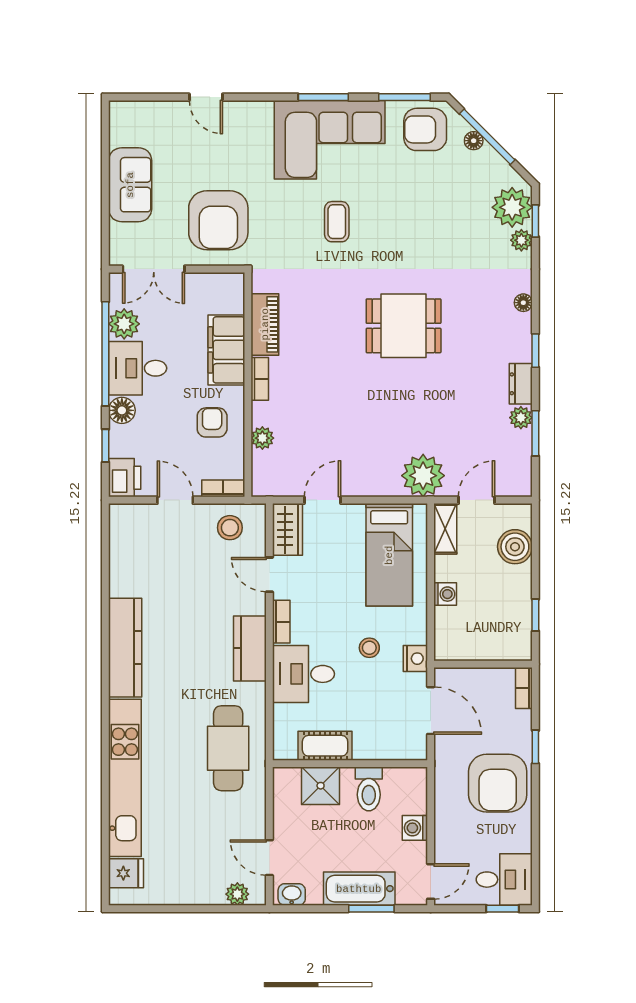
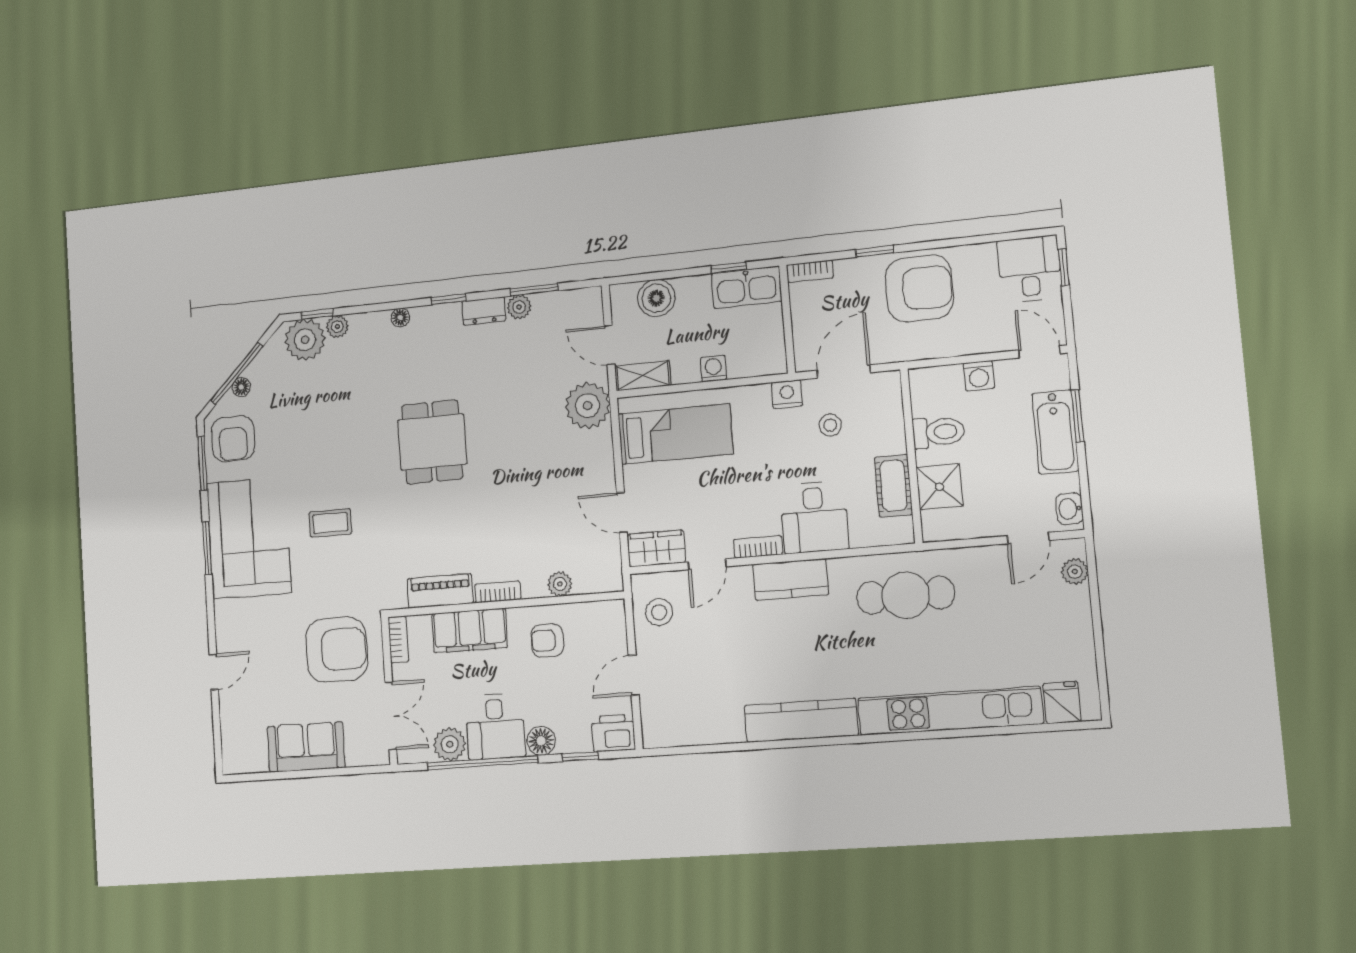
bookcase: (223, 488) -> (398, 639), moved, turned 180
kitchen sink: (516, 630) -> (747, 287), added
stool: (369, 648) -> (830, 425), moved

